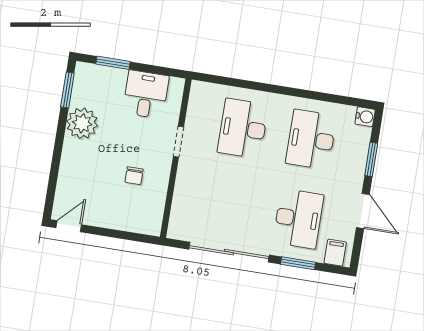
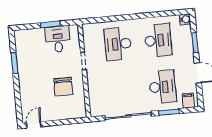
window: (113, 63) -> (50, 24), moved
window: (67, 90) -> (14, 63), moved
plant: (82, 123) -> (26, 65), removed
desk: (311, 140) -> (158, 40), turned 180
chair: (134, 176) -> (63, 87), width x1.87, depth x1.87

